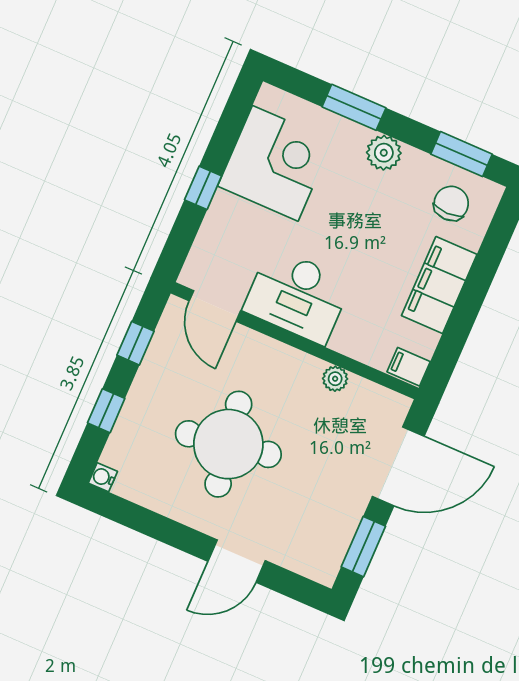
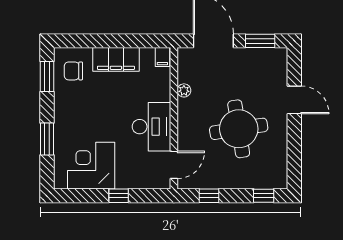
plant: (384, 153) -> (63, 115), removed
window: (106, 411) -> (264, 196), moved
water cooler: (103, 477) -> (282, 183), removed

